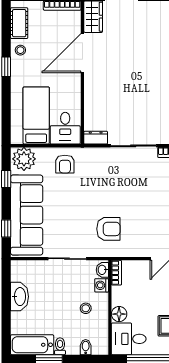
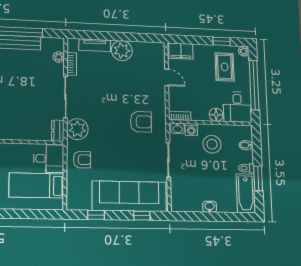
plant: (24, 159) -> (77, 129), moved
armchair: (108, 229) -> (141, 122), turned 90
washbasin: (19, 297) -> (210, 207), width x0.52, depth x0.69
stool: (86, 308) -> (212, 144), width x1.89, depth x1.89

